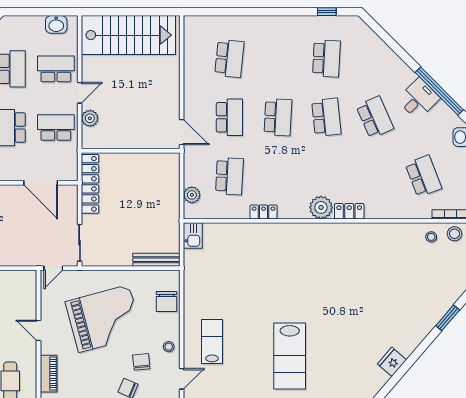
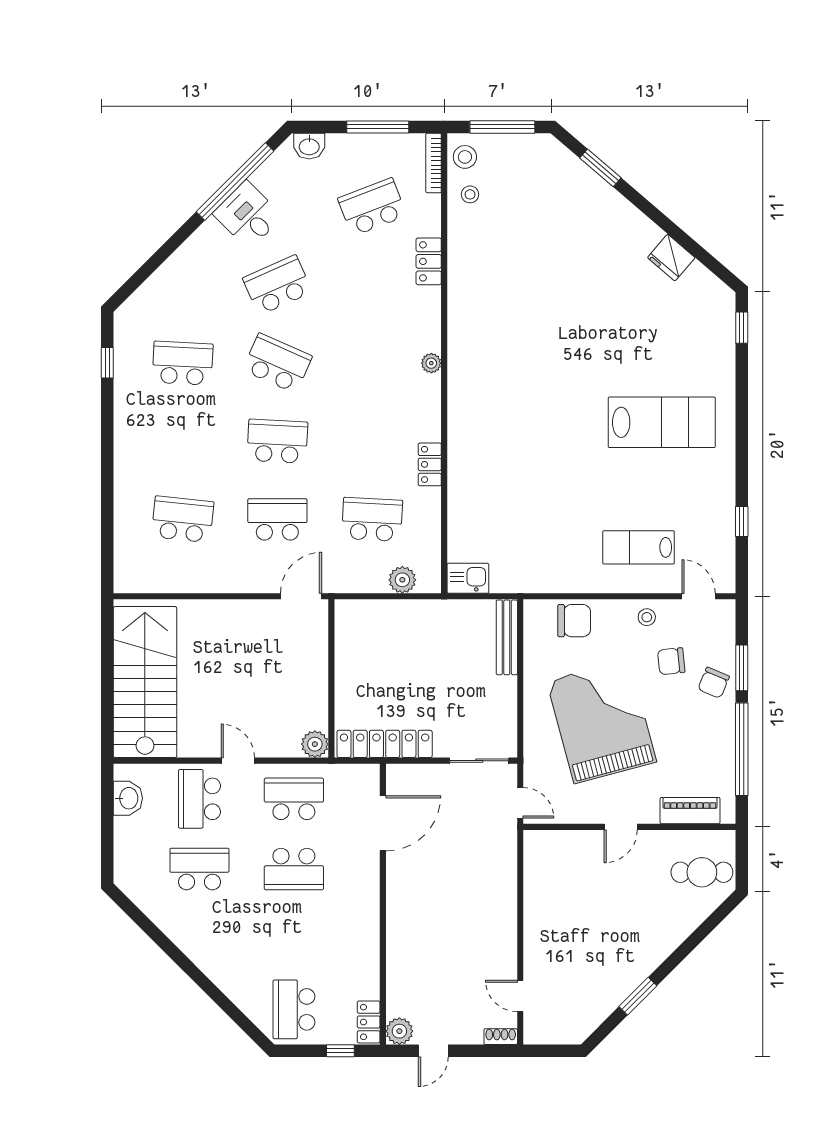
school desk: (326, 117) -> (277, 363), turned 30
plant: (90, 118) -> (315, 744), moved
school desk: (56, 128) -> (294, 799), turned 90
plant: (321, 207) -> (431, 363), width x0.53, depth x0.53
locker: (349, 211) -> (429, 261), moved

